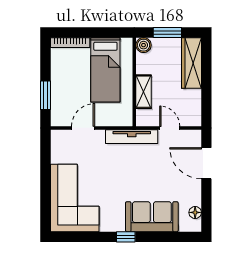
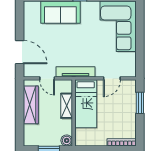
wardrobe: (191, 63) -> (31, 105), moved
bed: (105, 70) -> (86, 104), moved, turned 180
floor lamp: (195, 212) -> (28, 15), removed

